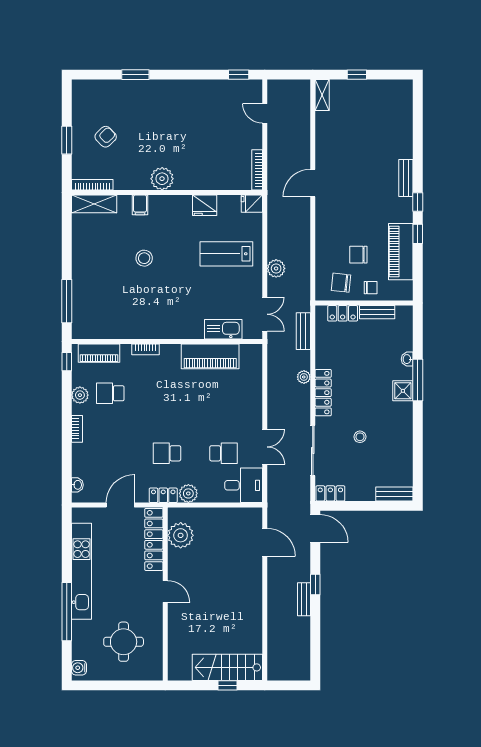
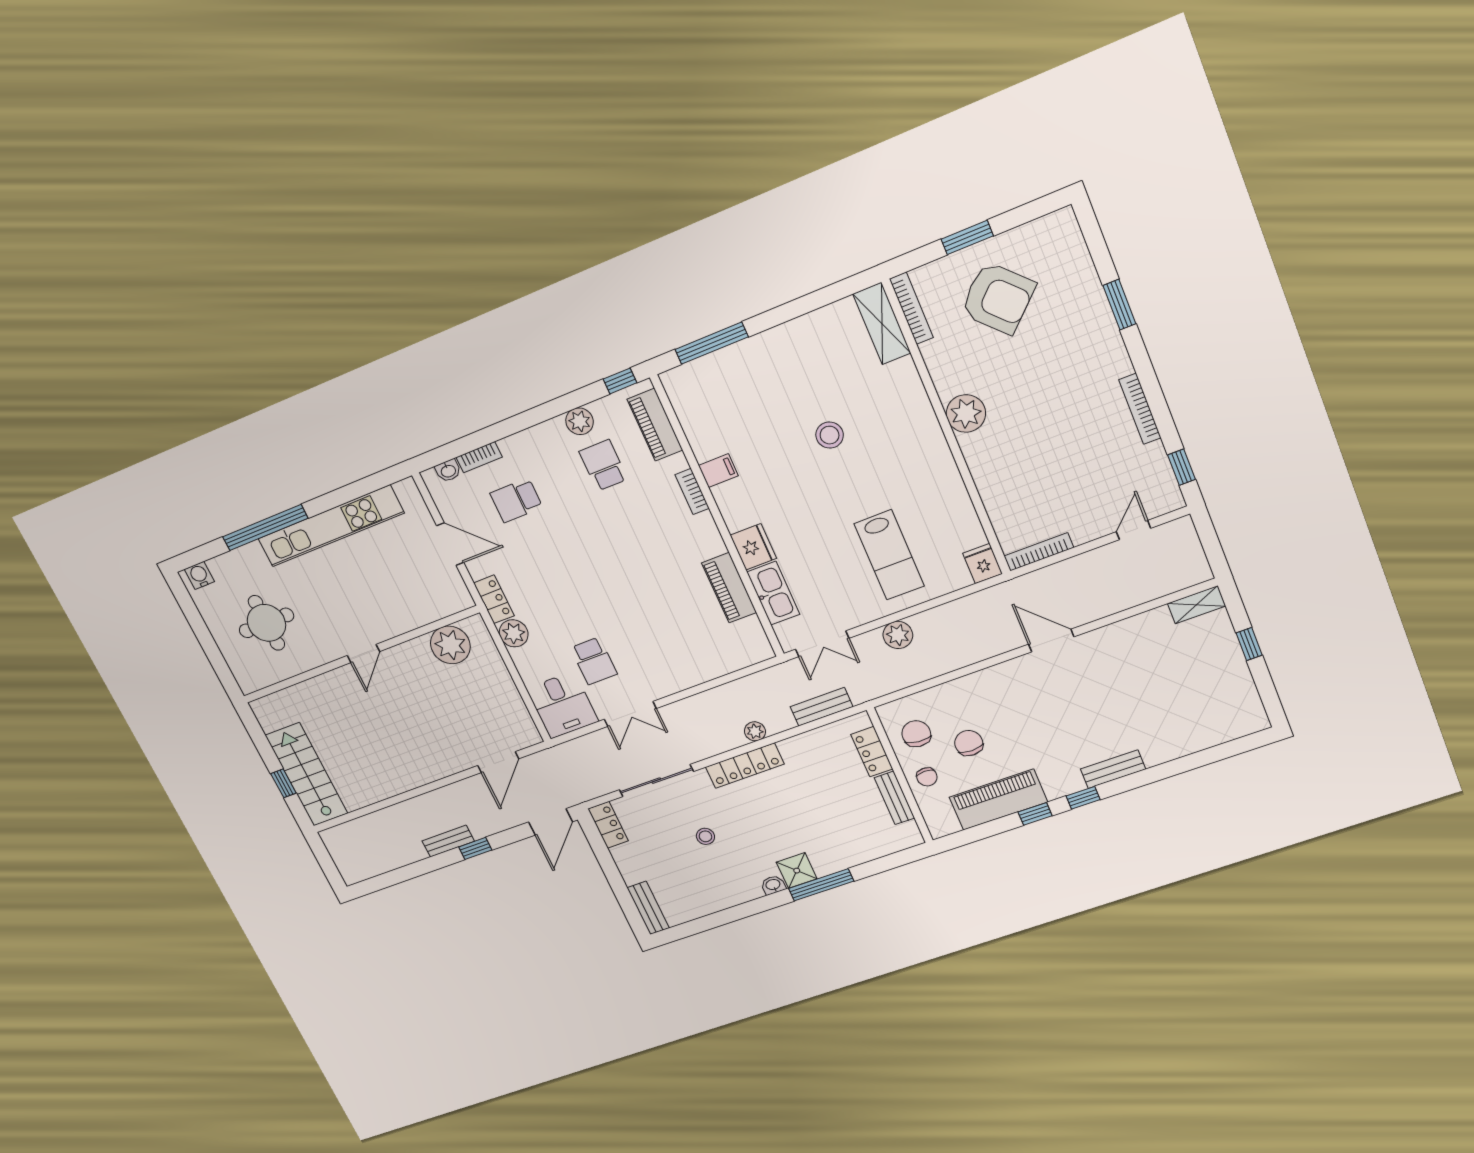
bookcase: (197, 85) -> (1140, 409), added
armchair: (106, 137) -> (998, 298), width x1.88, depth x1.88
filing cabinet: (140, 205) -> (718, 471), moved, turned 180
fridge: (205, 205) -> (753, 547), moved, turned 180
lab bench: (226, 254) -> (889, 555), turned 180
piano: (210, 356) -> (729, 588), width x0.73, depth x0.75
washbasin: (407, 359) -> (773, 885), moved
bookcase: (77, 429) -> (479, 457), moved
school desk: (167, 453) -> (516, 500), moved, turned -90
locker: (154, 539) -> (426, 610), removed

